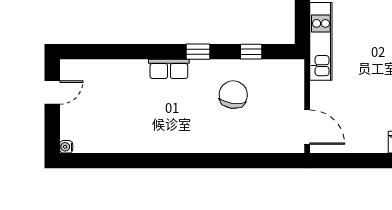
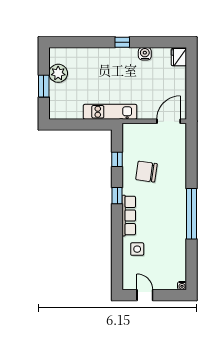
row of seats: (169, 69) -> (129, 216), width x1.48
side table: (120, 81) -> (137, 249), added
window: (171, 161) -> (191, 214), added

